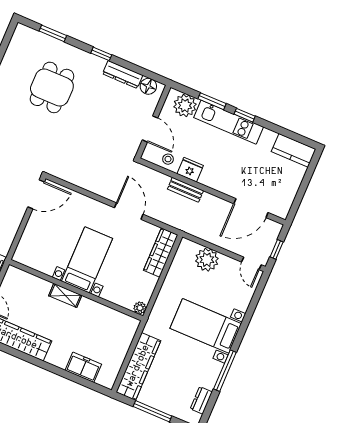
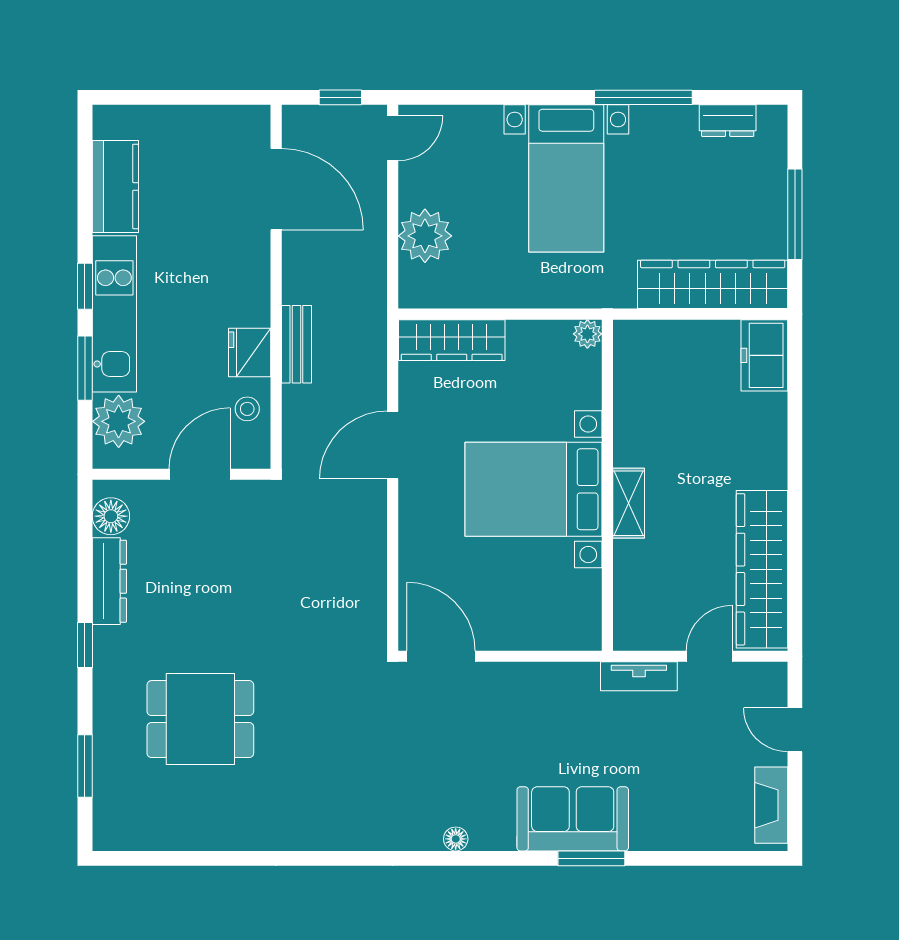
kitchen counter: (294, 150) -> (115, 186), moved
bed with nightstands: (87, 260) -> (534, 489), width x1.36
freezer: (83, 367) -> (764, 355), moved

